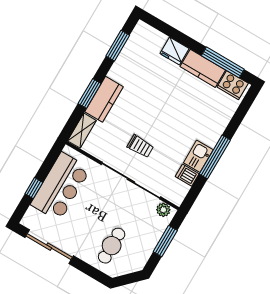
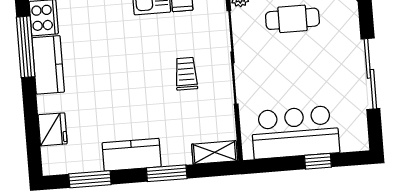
fridge: (174, 51) -> (53, 129), moved
kitchen counter: (104, 99) -> (132, 155), moved
cafe table: (112, 246) -> (292, 19), moved
sliding door: (49, 247) -> (370, 74), moved

